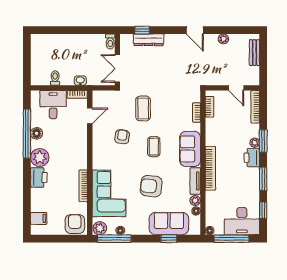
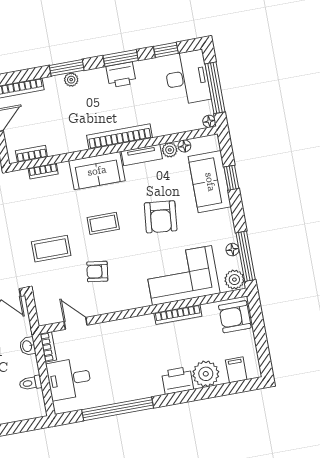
floor lamp: (37, 133) -> (115, 395), removed
plant: (40, 158) -> (206, 374), moved
printer: (252, 158) -> (121, 75), moved

